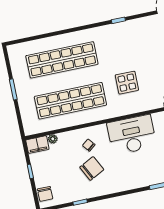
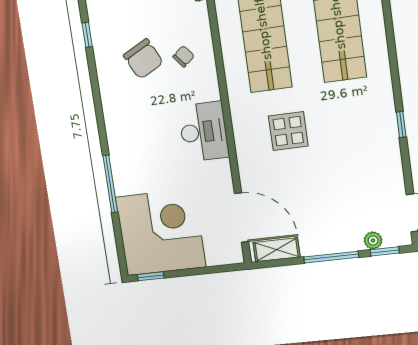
desk: (132, 135) -> (204, 132), width x0.73, depth x0.77

